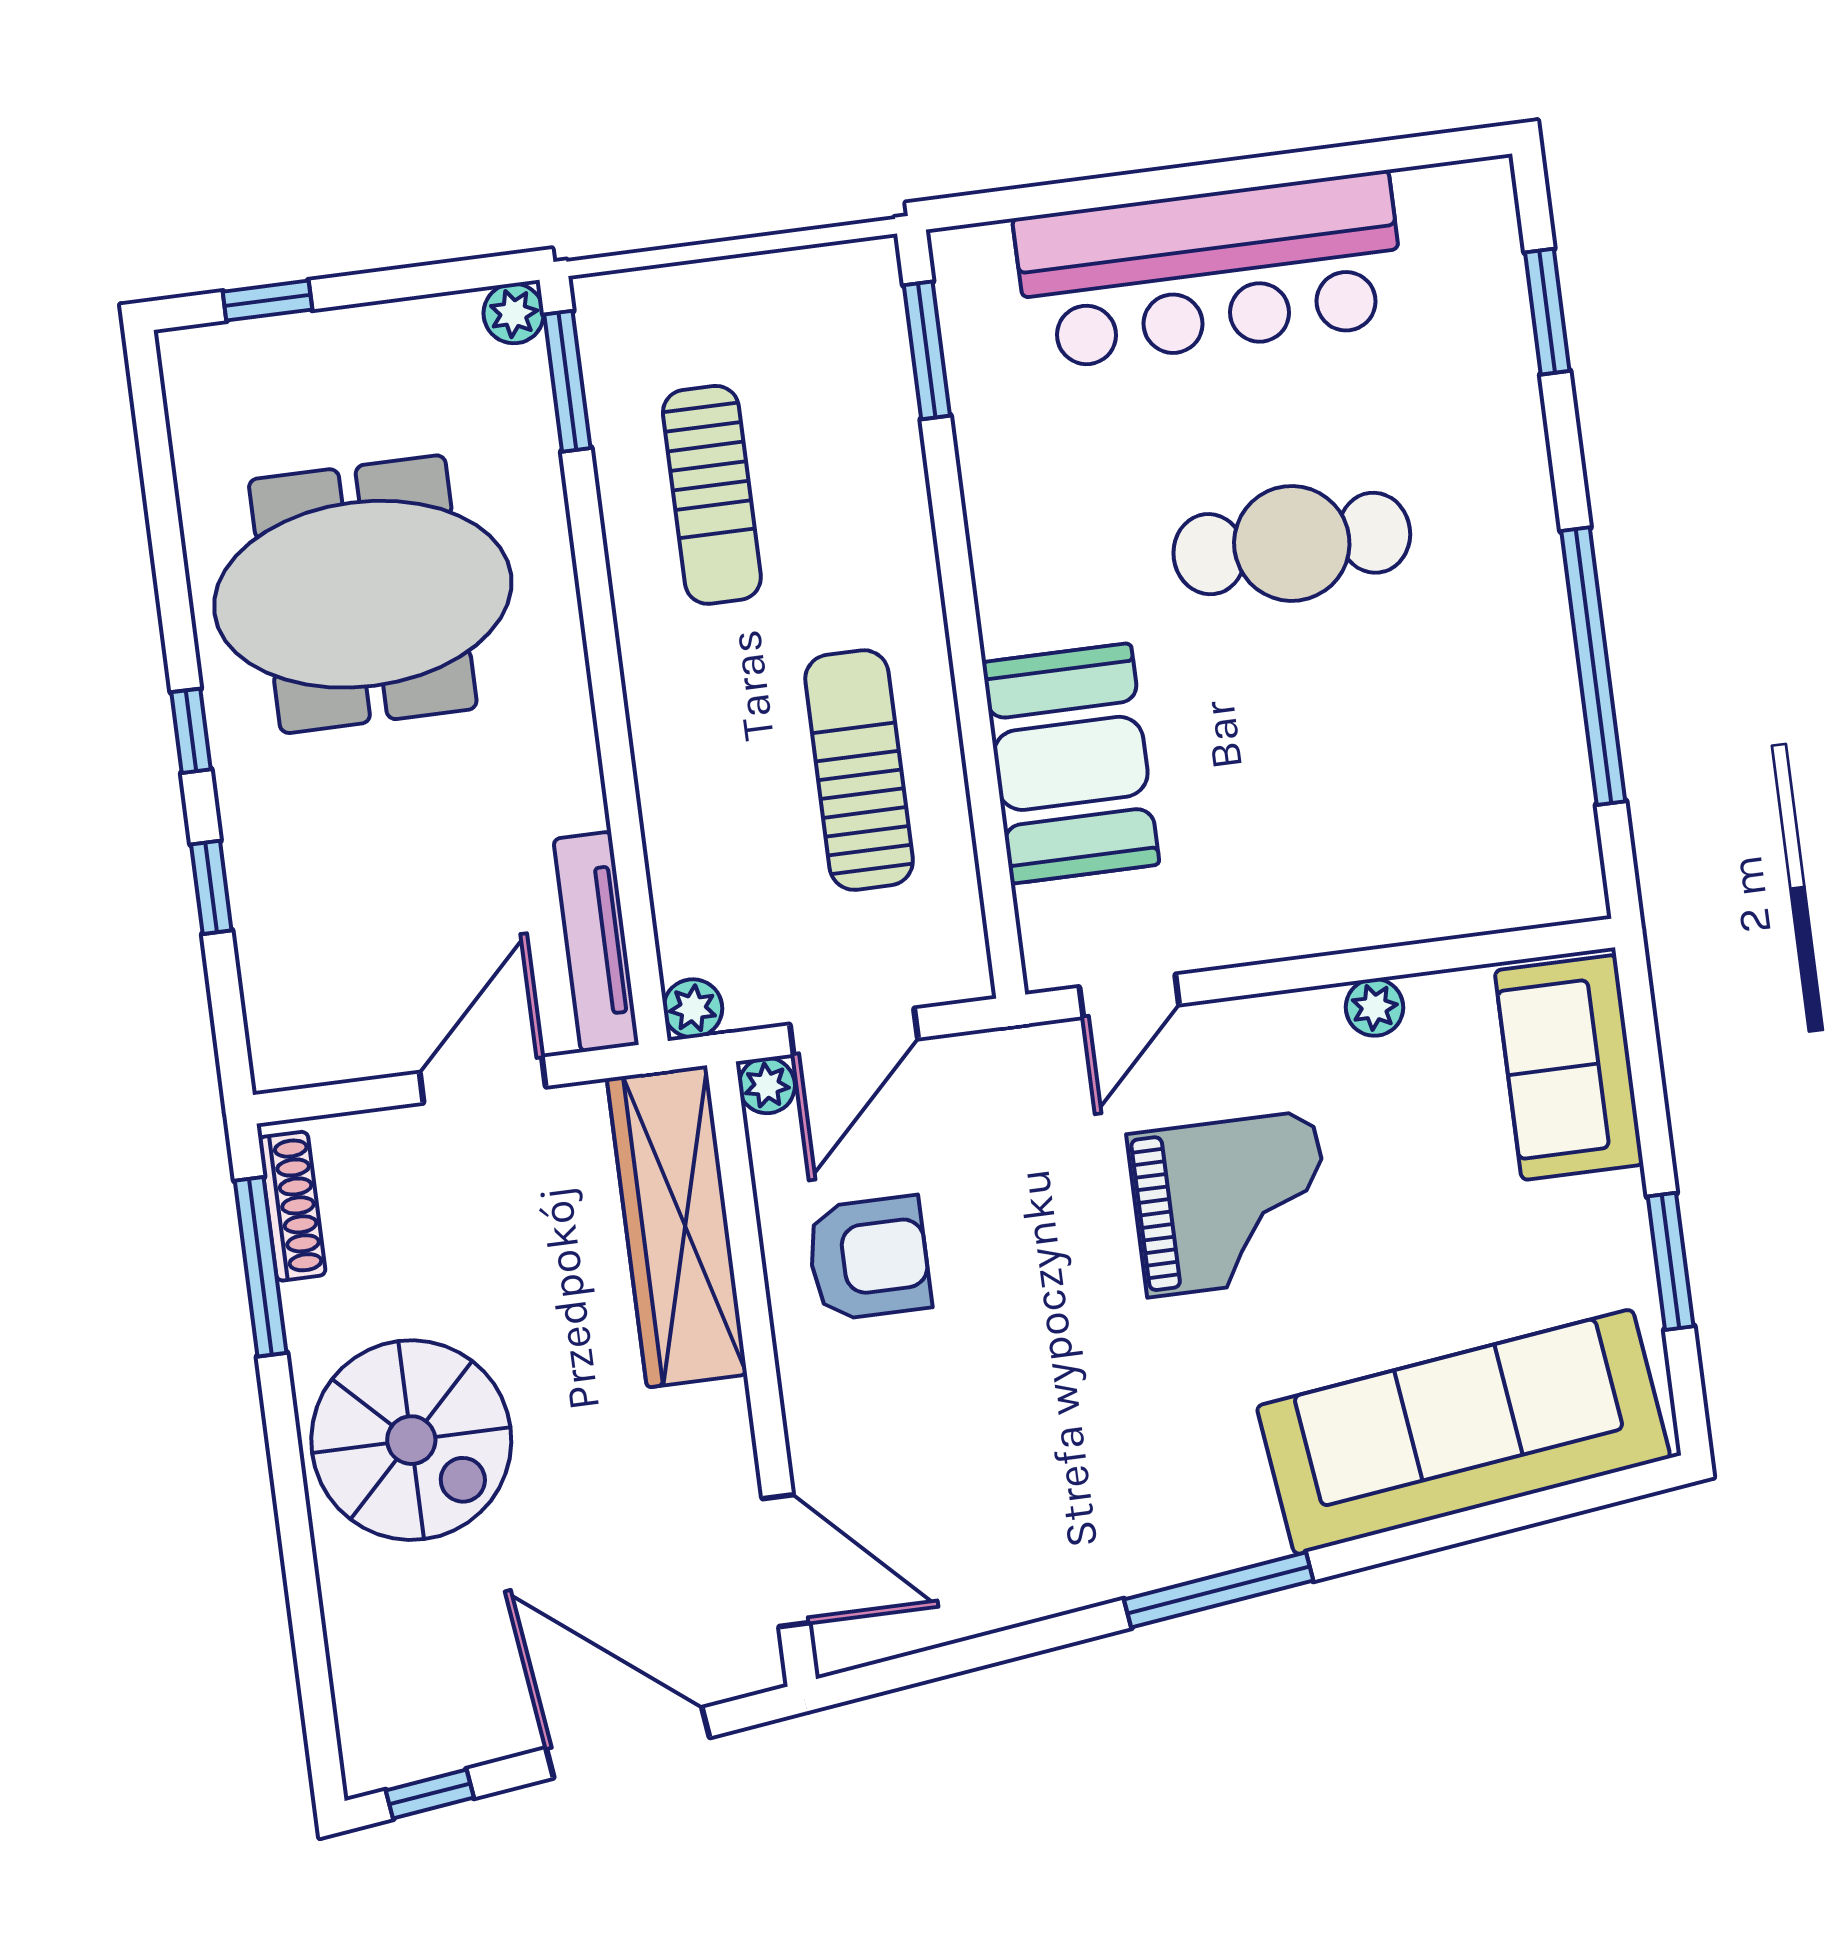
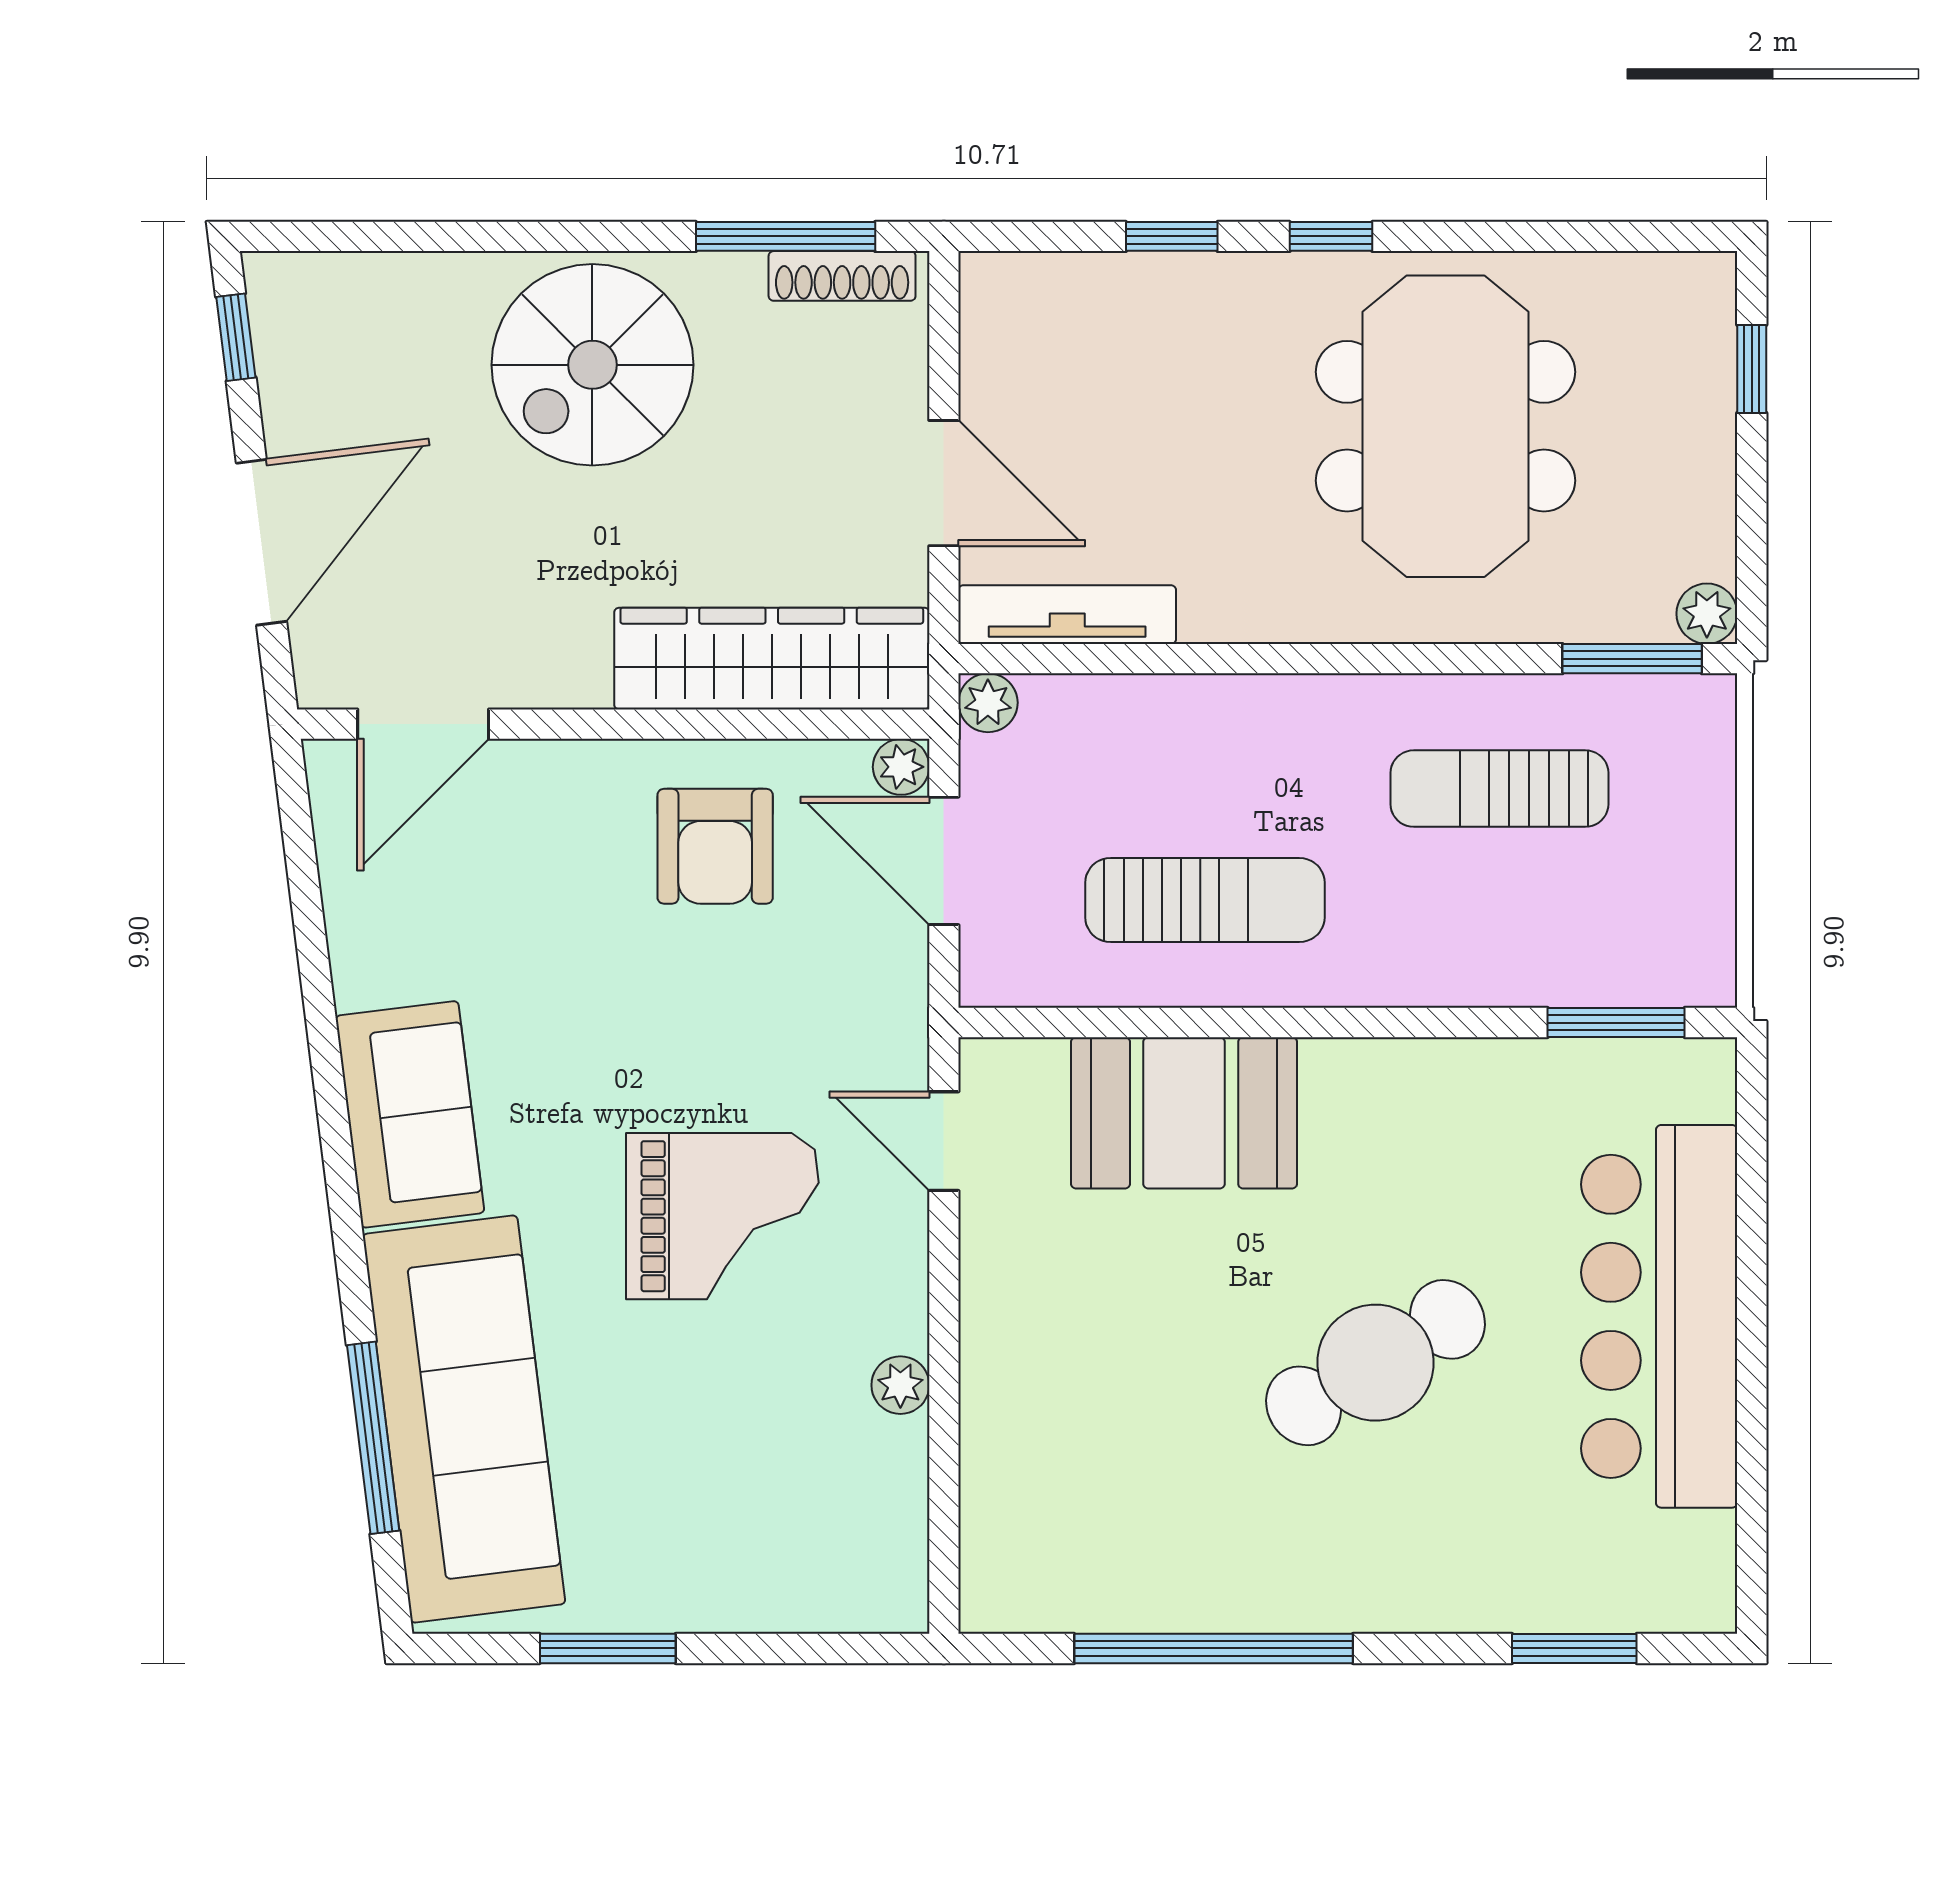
cafe table: (1292, 543) -> (1375, 1363), turned 59
sofa: (1569, 1067) -> (410, 1114), moved, turned 83
grand piano: (1231, 1204) -> (722, 1216), turned -90
window: (1219, 1590) -> (373, 1438), moved

